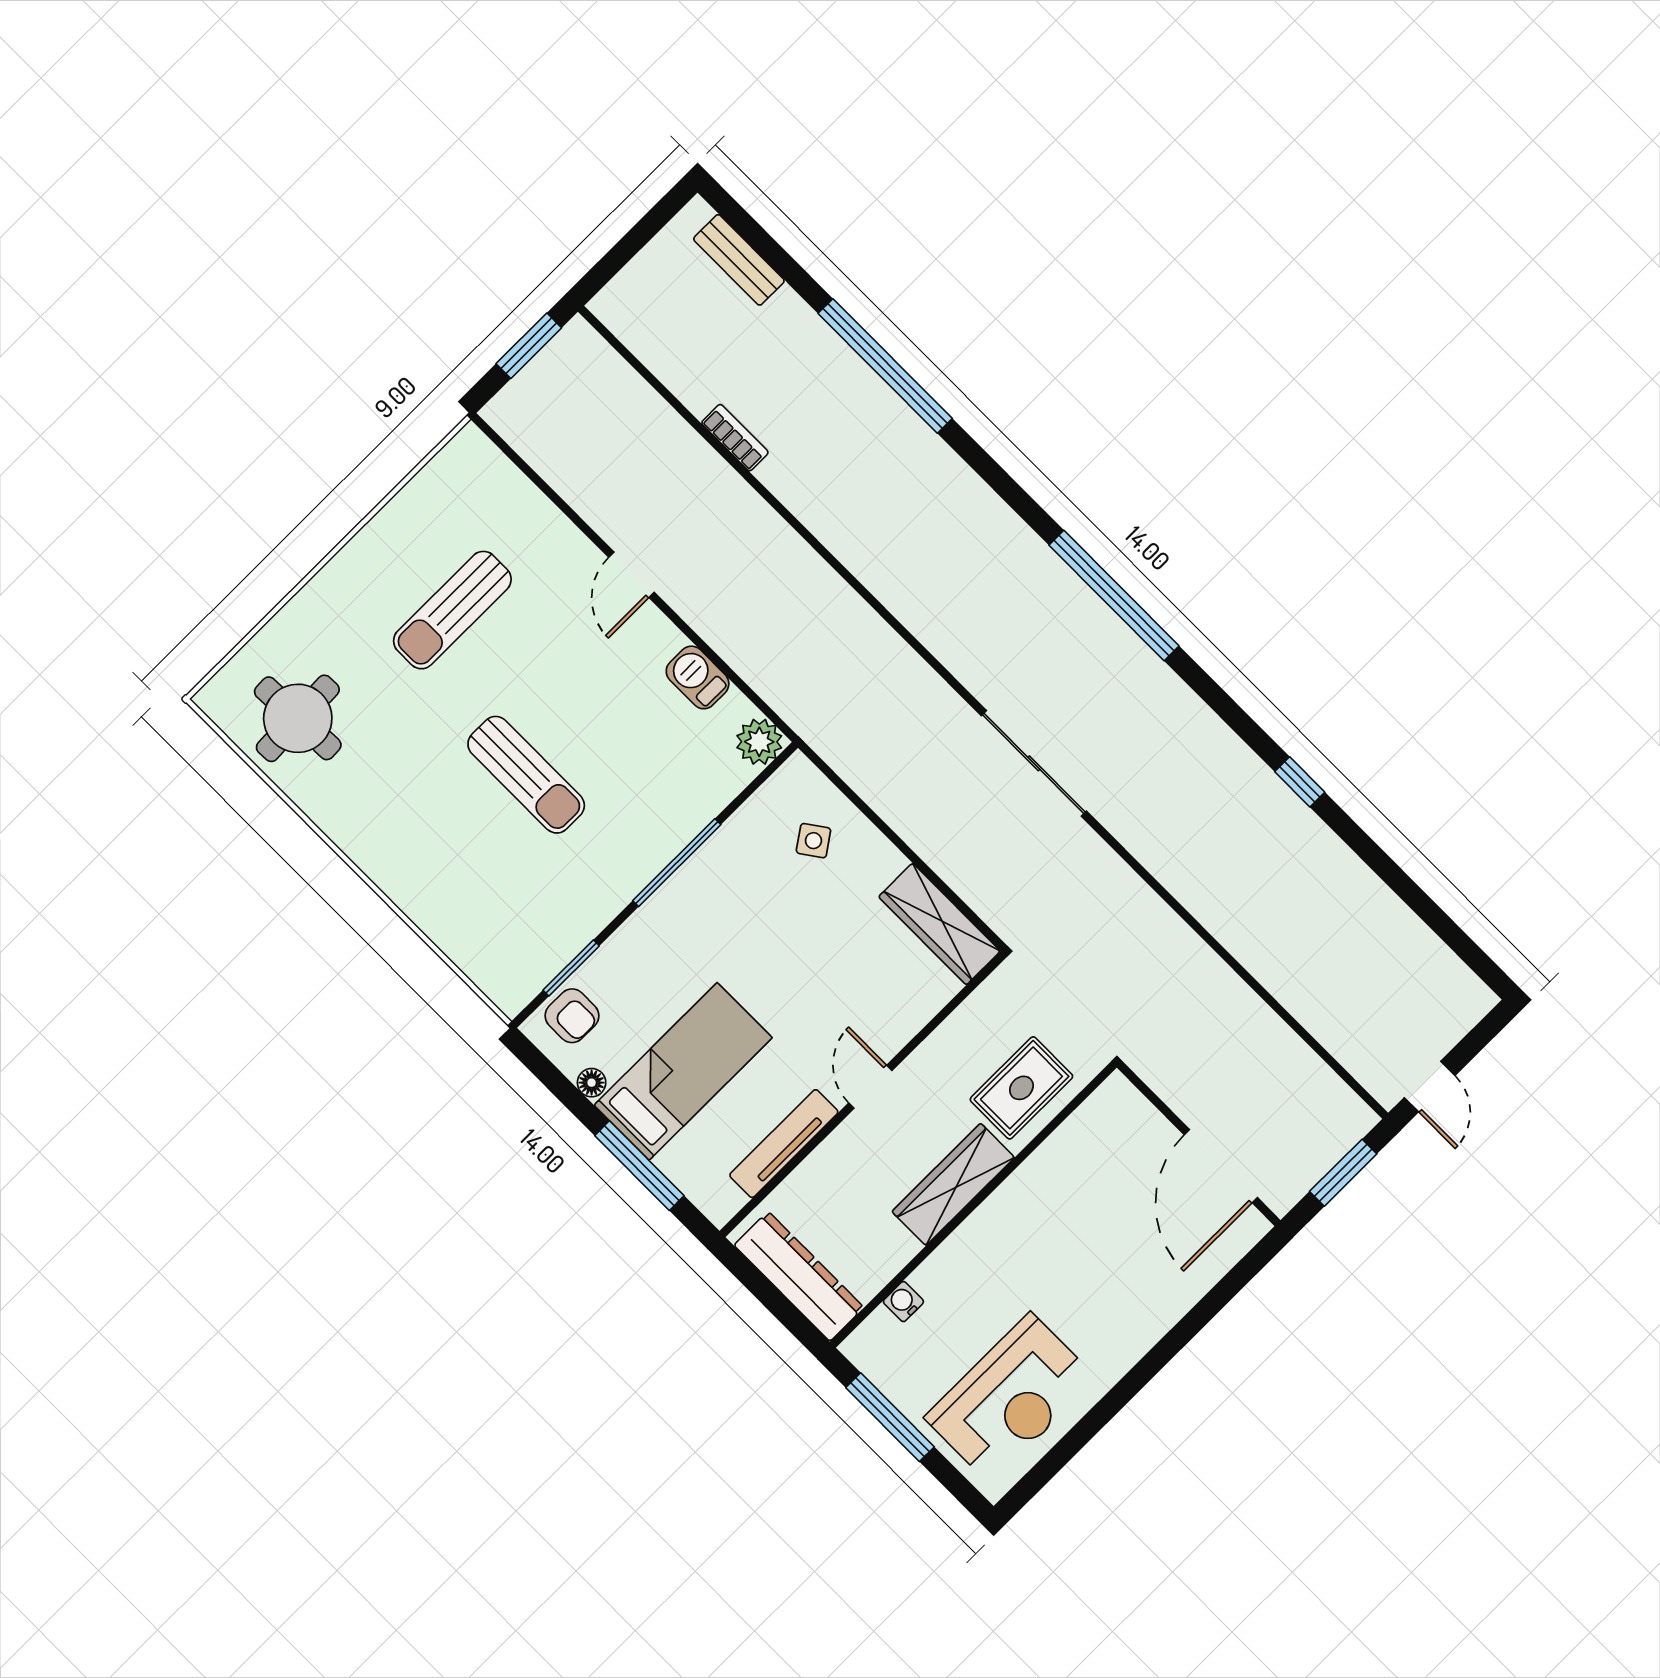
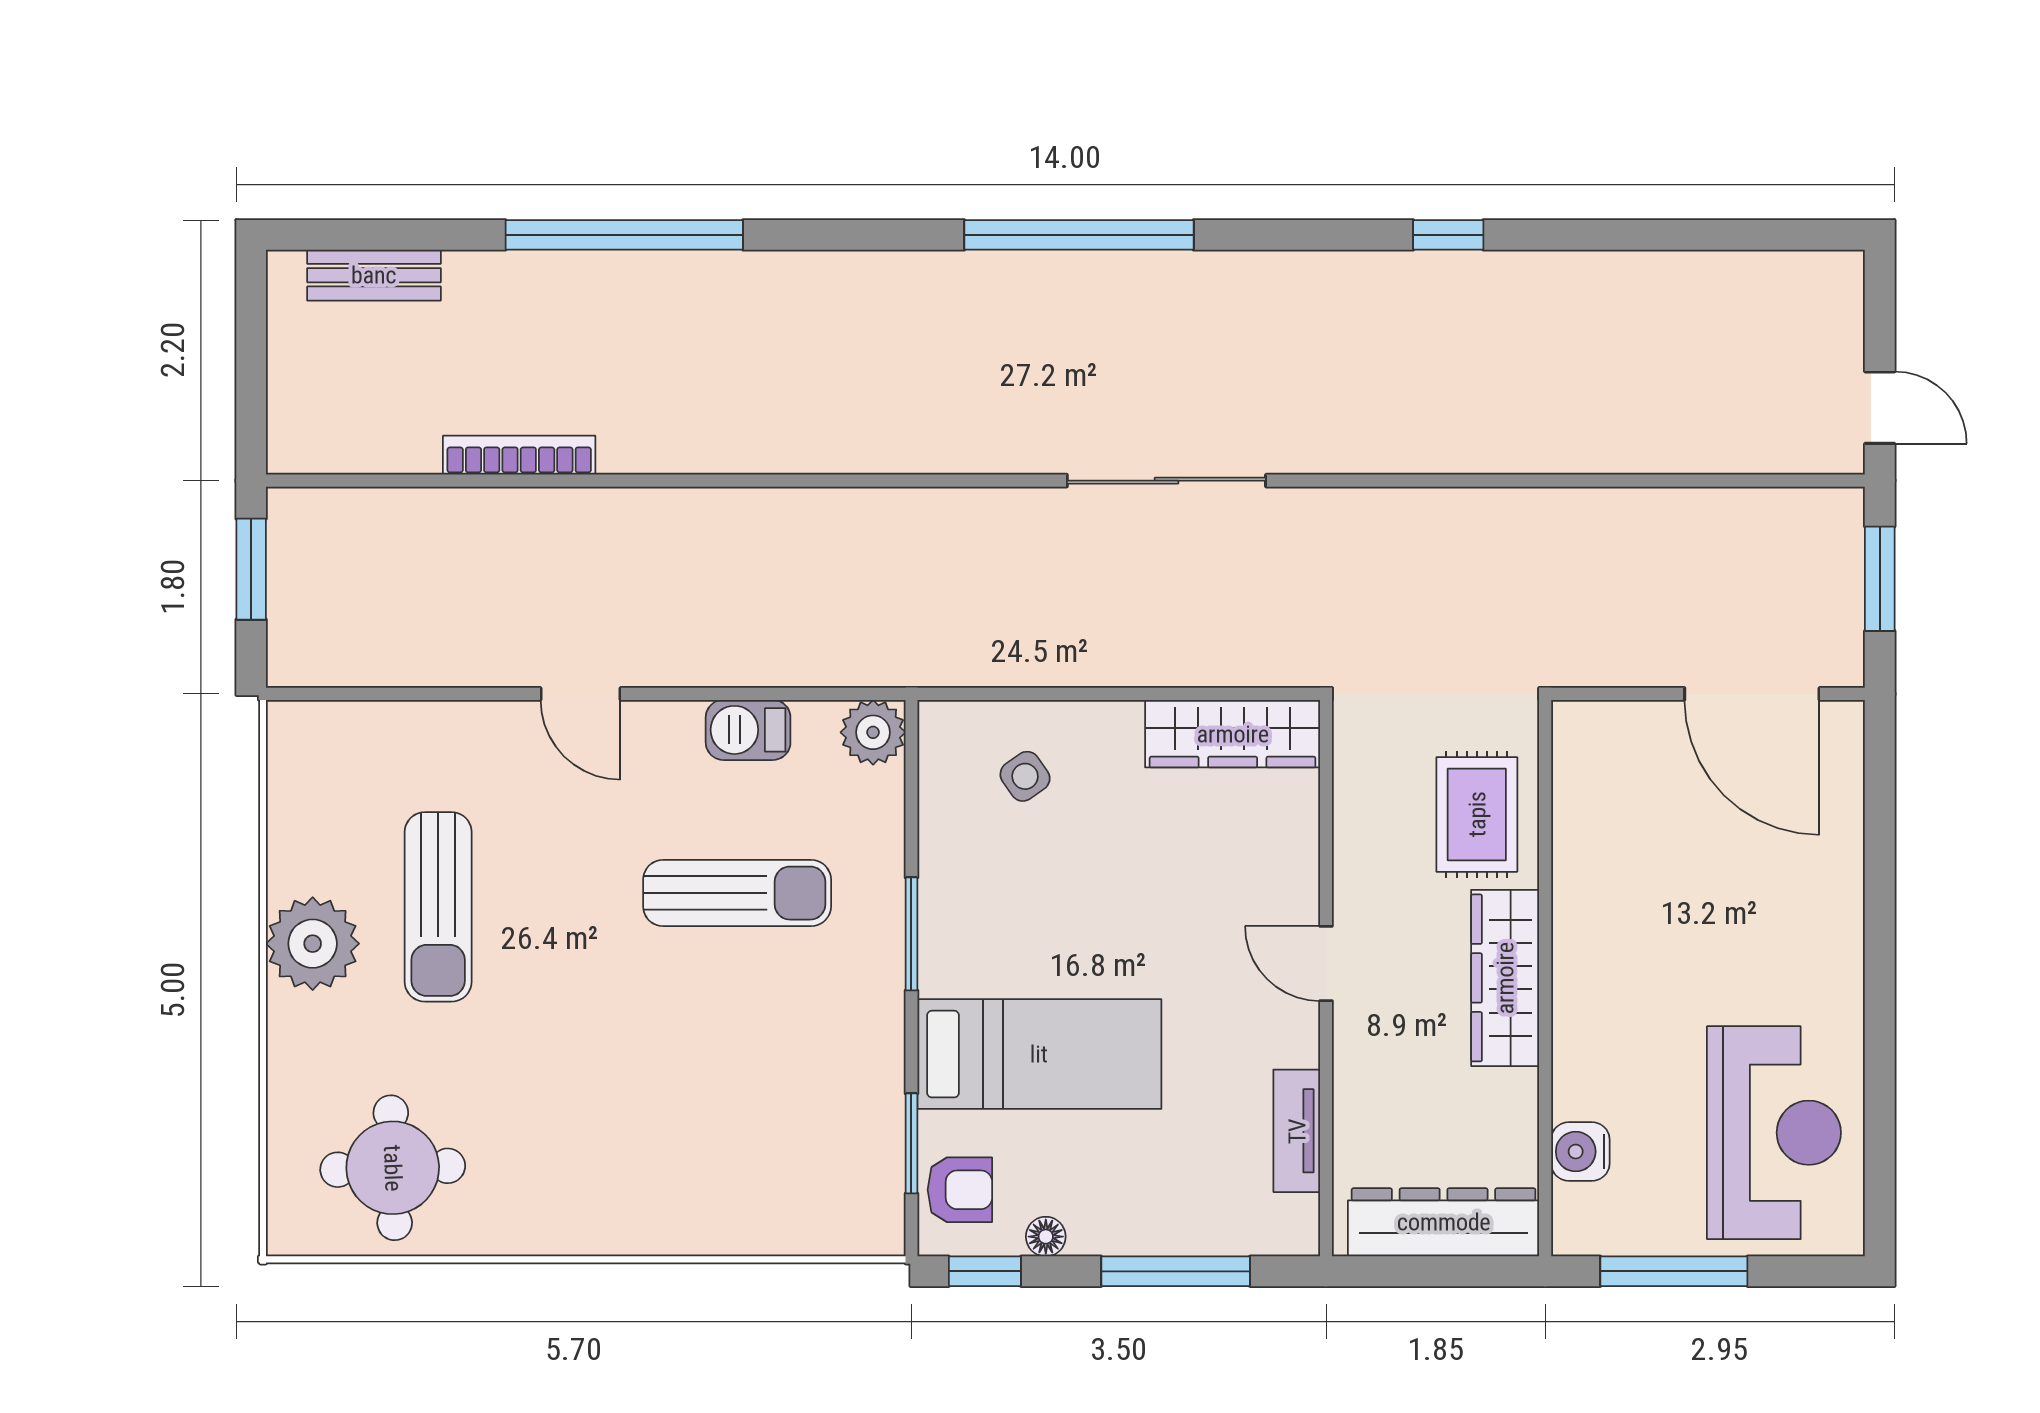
bookcase: (735, 438) -> (519, 455), width x1.56
plant: (371, 565) -> (313, 944), added
sun lounger: (526, 775) -> (737, 893), moved
window: (677, 863) -> (911, 934), width x0.69
window: (543, 1069) -> (985, 1271), added
bed: (683, 1071) -> (1039, 1054), moved, turned 90
tv unit: (784, 1144) -> (1297, 1131), width x0.71
water cooler: (903, 1302) -> (1580, 1152), width x1.38, depth x1.38

